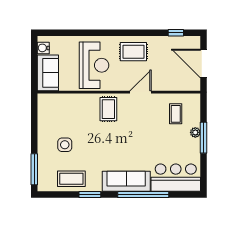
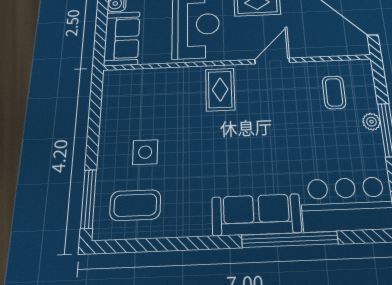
coffee table: (71, 179) -> (135, 205), moved
window: (90, 194) -> (189, 243), removed

